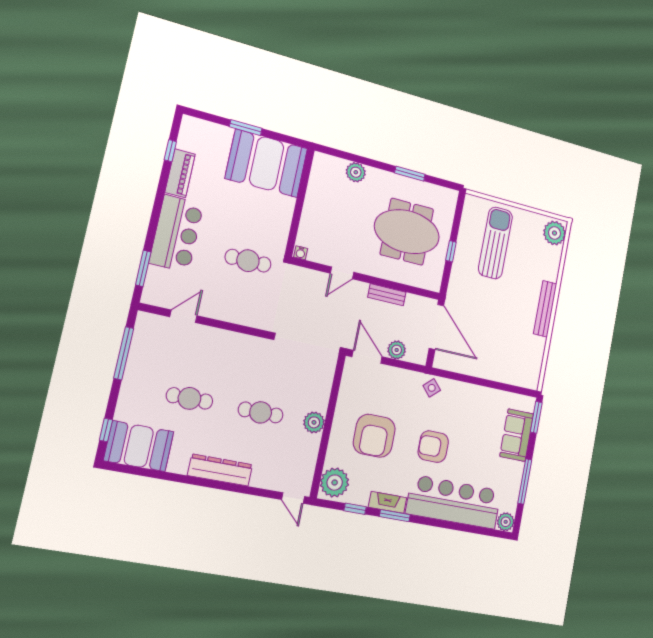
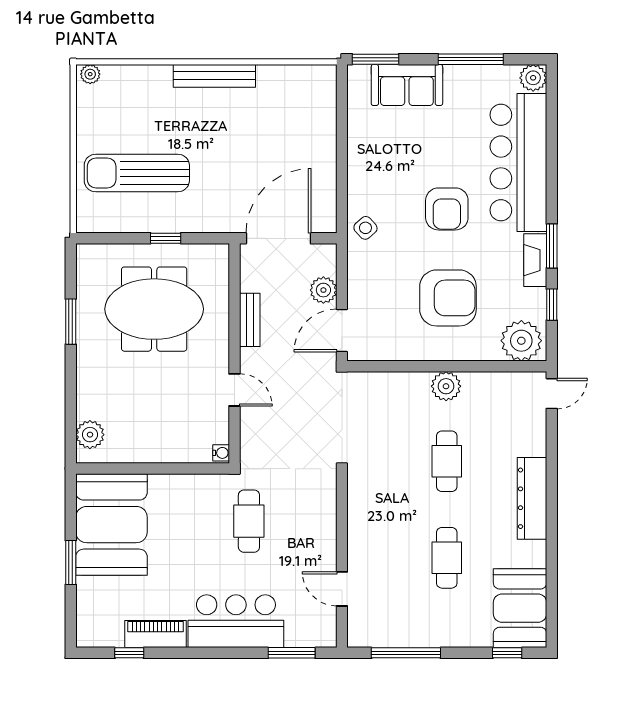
plant: (356, 172) -> (90, 435), moved
meeting table: (407, 232) -> (154, 309), turned 90
plant: (554, 233) -> (90, 74), width x0.53, depth x0.53

